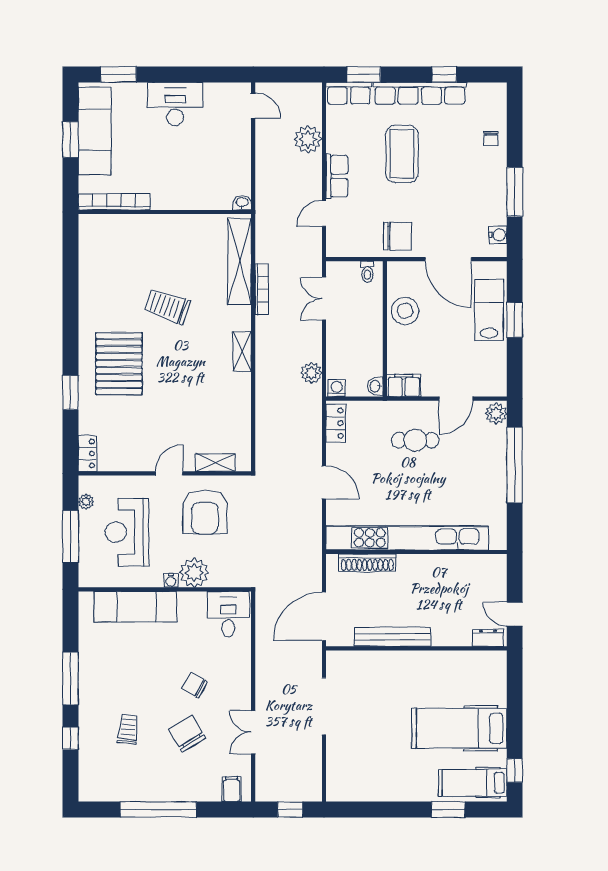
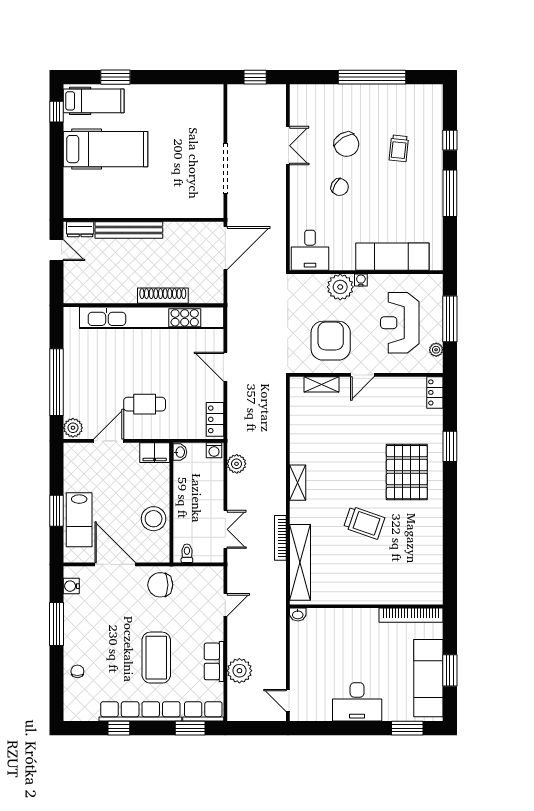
row of seats: (337, 176) -> (214, 661), moved
reception desk: (127, 532) -> (400, 323), turned 180
shoe rack: (367, 563) -> (163, 296), moved
bench: (392, 637) -> (129, 230), moved
filing cabinet: (232, 789) -> (307, 95), removed

